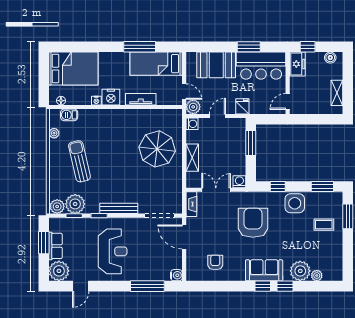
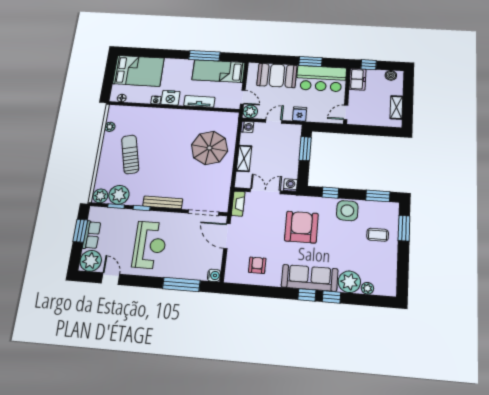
barbecue: (69, 115) -> (127, 111), removed
sofa: (264, 270) -> (310, 278), width x1.36
door: (81, 286) -> (111, 279), swing flipped

